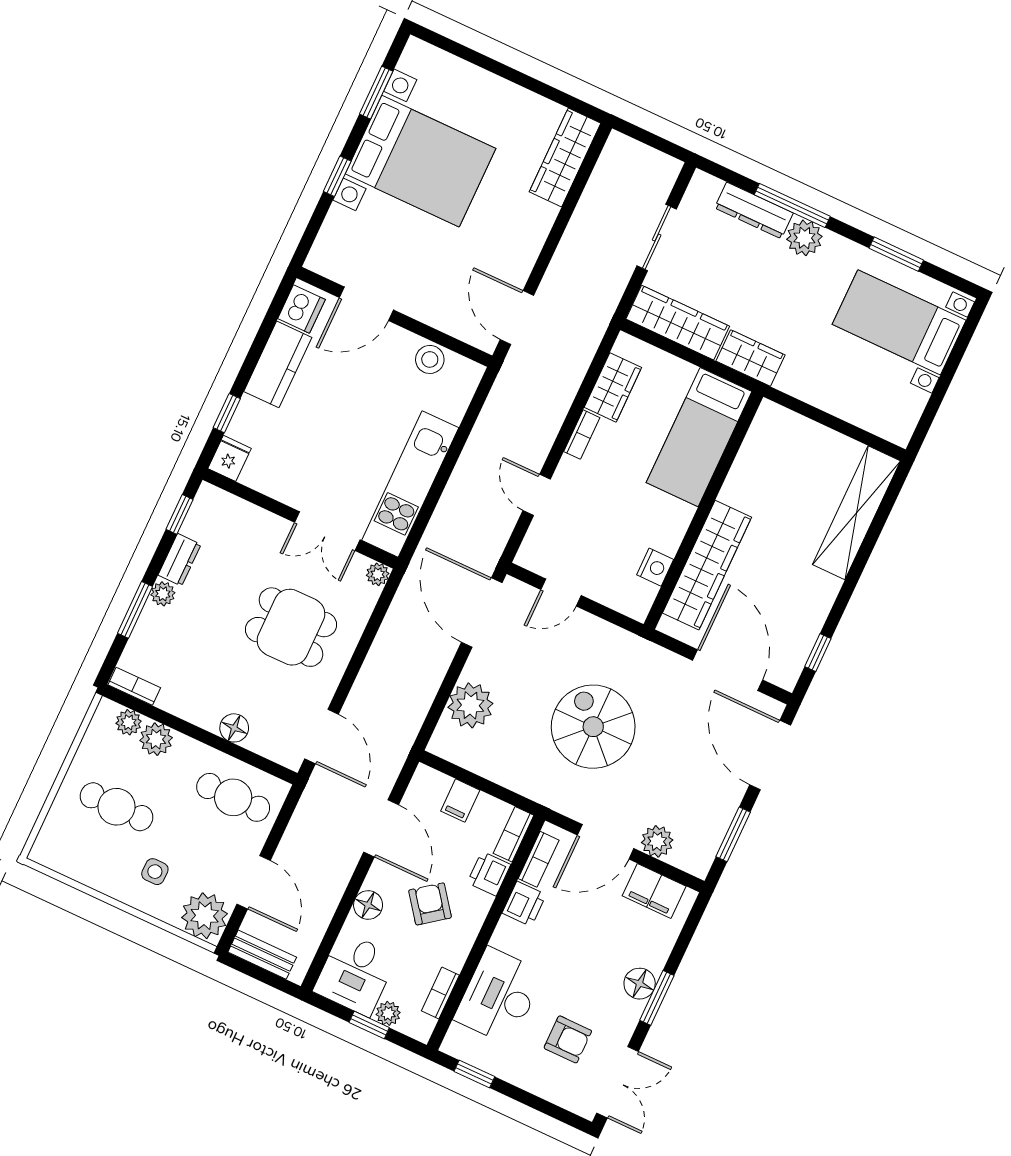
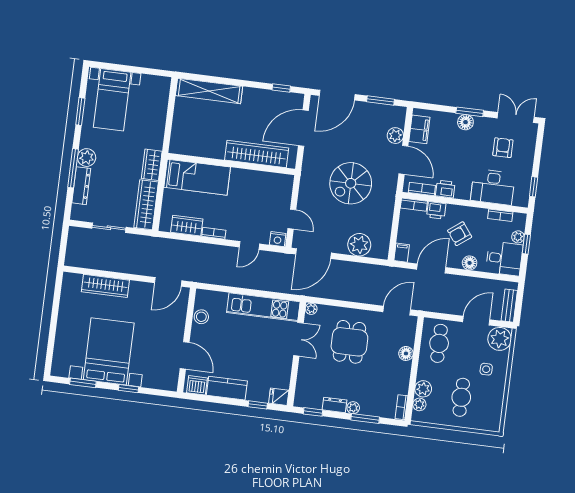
wardrobe: (565, 158) -> (105, 286), moved
nightstand: (655, 567) -> (278, 239), moved, turned 180
filing cabinet: (460, 801) -> (402, 253), moved, turned -90

